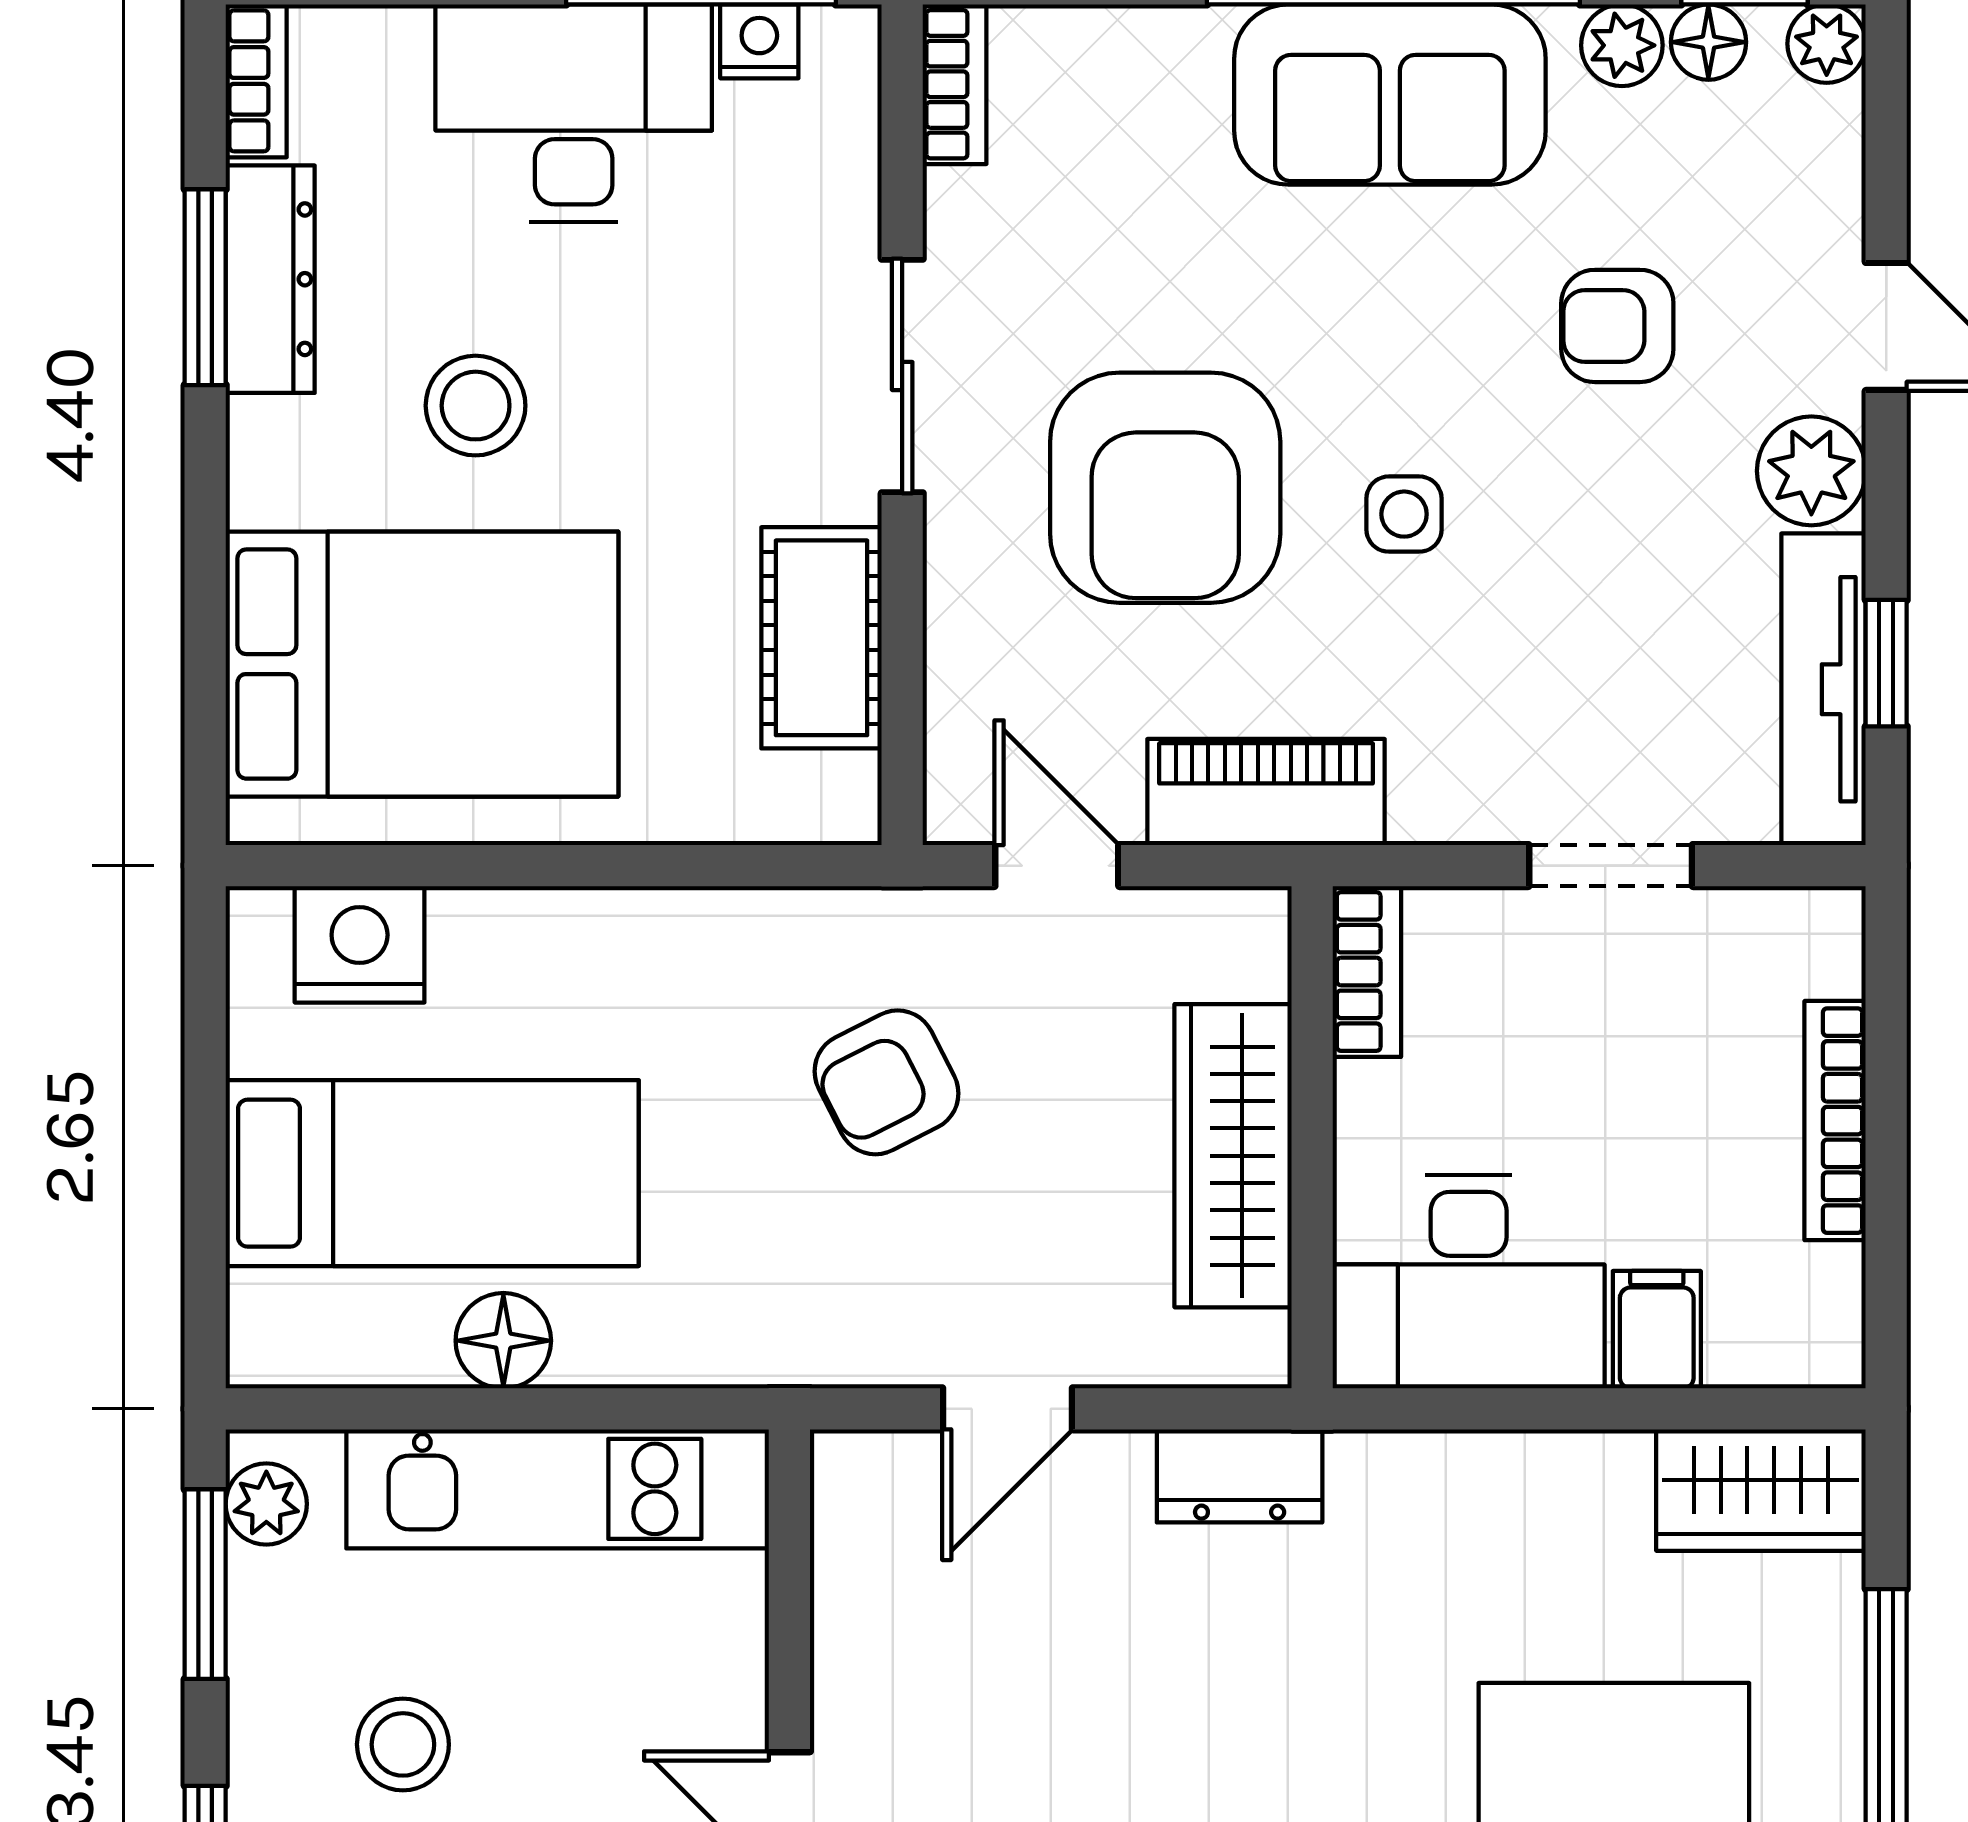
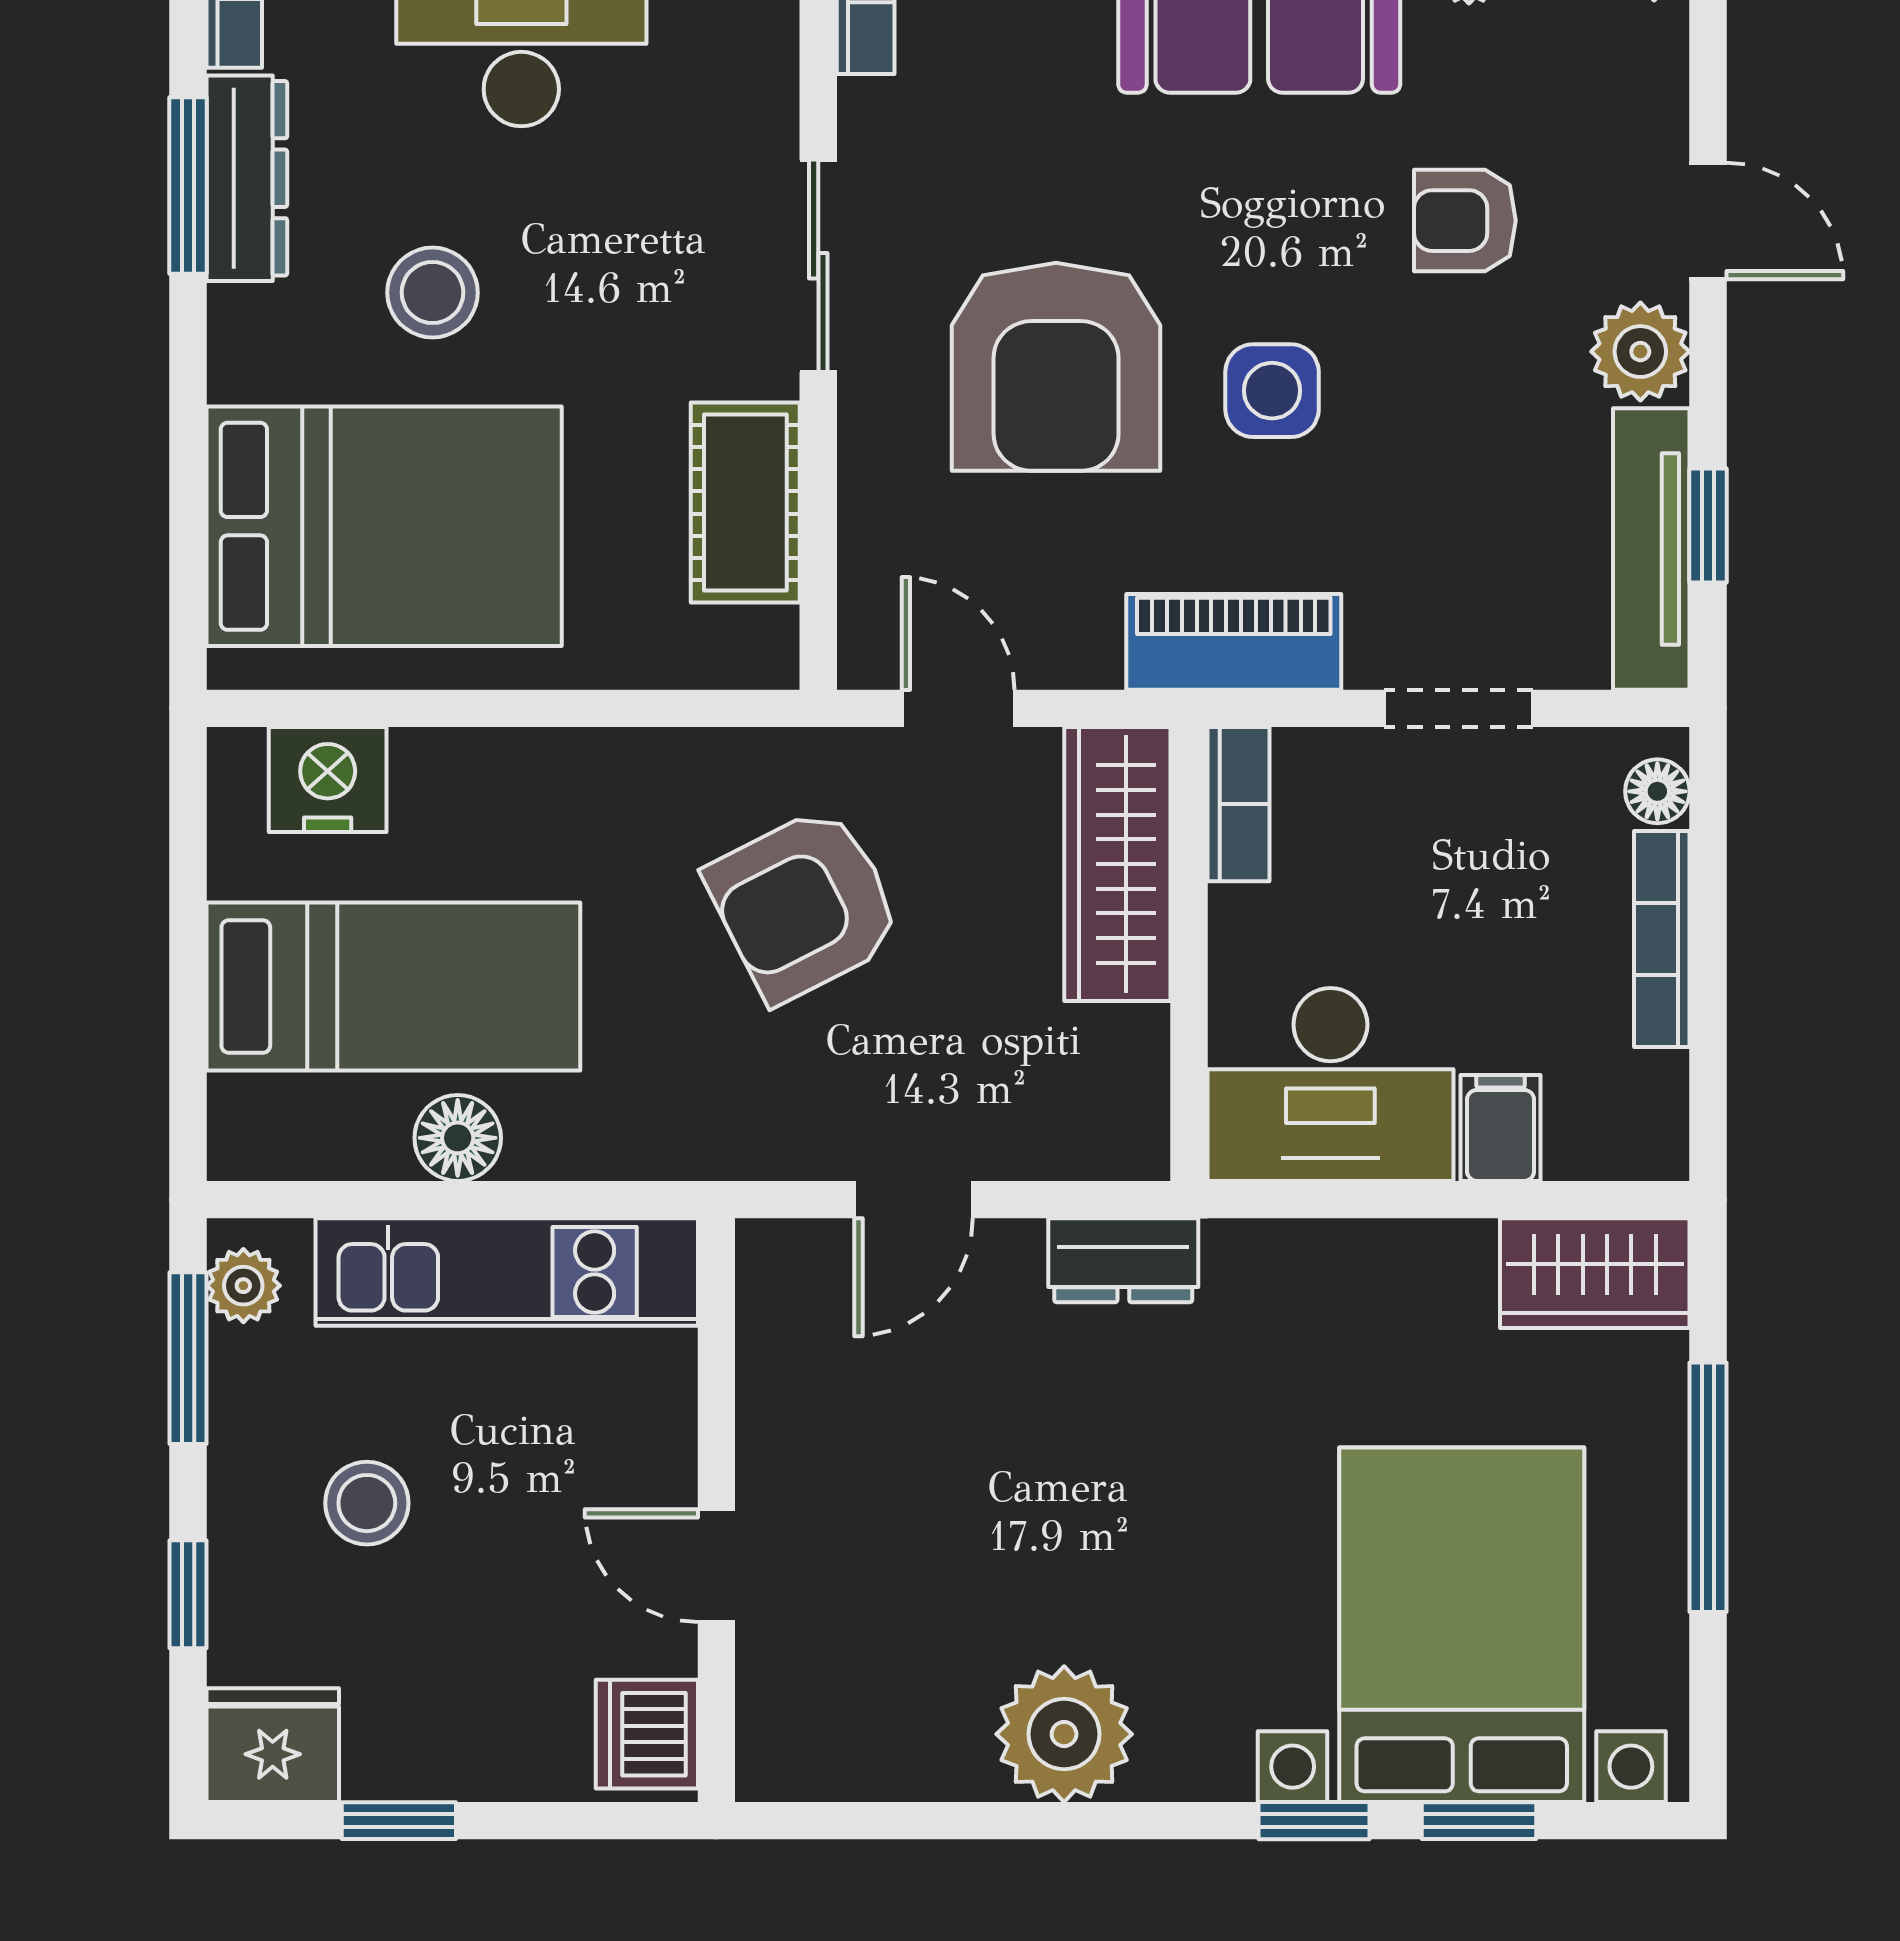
side table: (1404, 514) -> (1272, 391), width x1.37, depth x1.37
piano: (1266, 792) -> (1234, 642), moved
floor lamp: (1830, 957) -> (1657, 791), added
armchair: (887, 1082) -> (804, 904), width x1.38, depth x1.38
wardrobe: (1233, 1156) -> (1117, 864), moved

